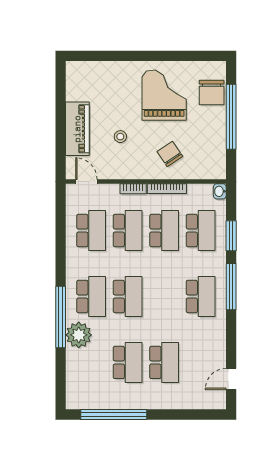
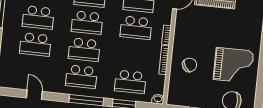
stool: (120, 137) -> (206, 30), removed
school desk: (164, 231) -> (84, 50), moved
door: (231, 379) -> (34, 95), moved

